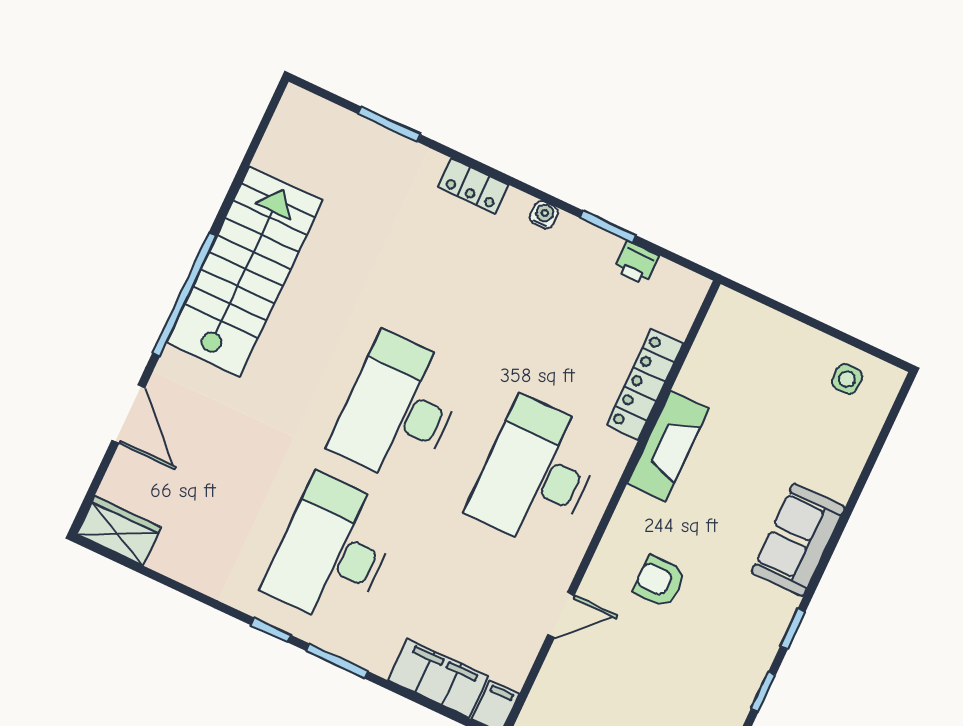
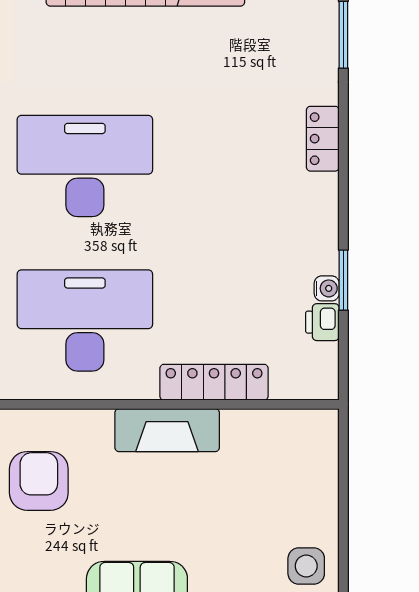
water cooler: (544, 215) -> (327, 288), moved
side table: (847, 379) -> (306, 566), width x1.37, depth x1.37
armchair: (660, 582) -> (39, 481), width x1.38, depth x1.38

